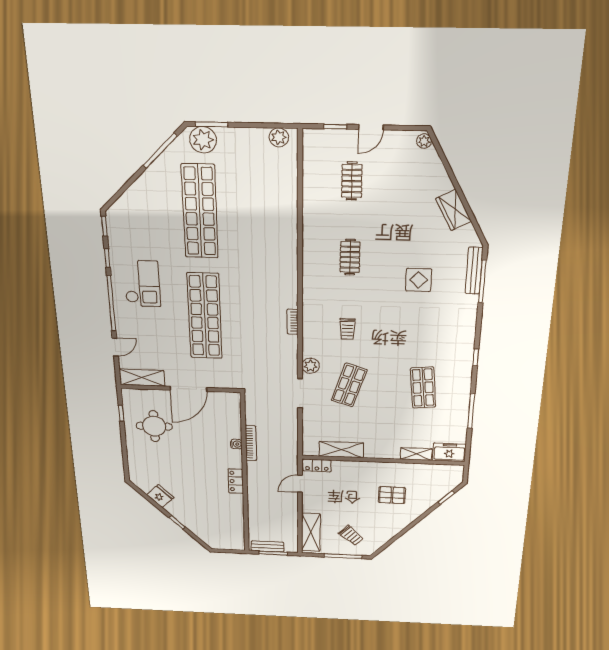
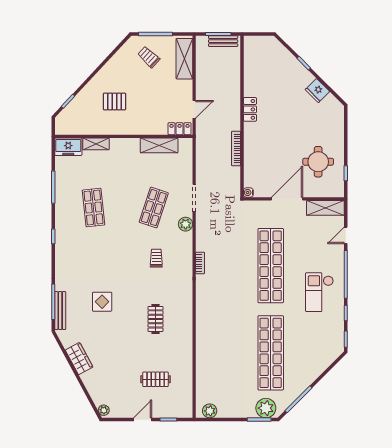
clothes rail: (352, 181) -> (156, 379), turned 90
water cooler: (236, 444) -> (248, 193), moved

